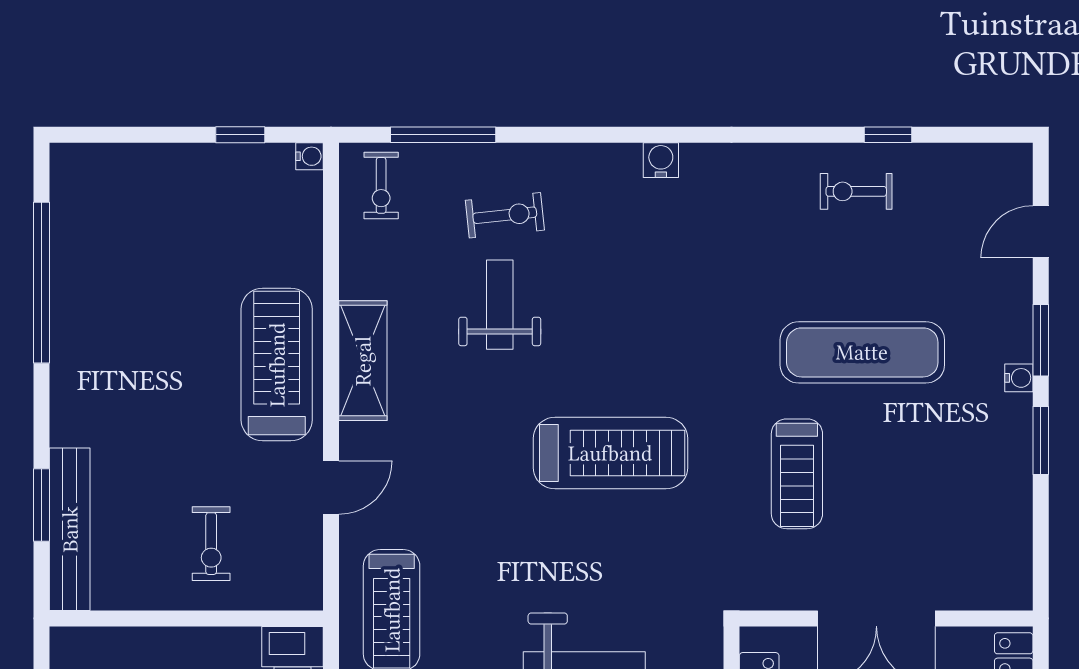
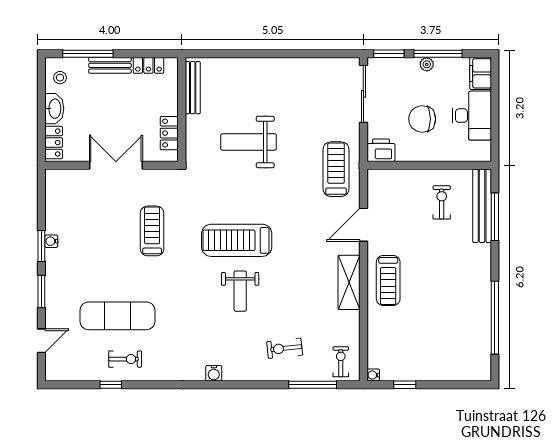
weight bench: (500, 305) -> (240, 291), moved
exercise mat: (862, 352) -> (118, 316), moved
treadmill: (277, 365) -> (388, 281), width x0.73, depth x0.73
water cooler: (1019, 378) -> (51, 241), moved
door: (331, 488) -> (363, 225), width x1.38
window: (42, 505) -> (495, 217), width x1.44
exercise bike: (211, 544) -> (442, 202), moved

